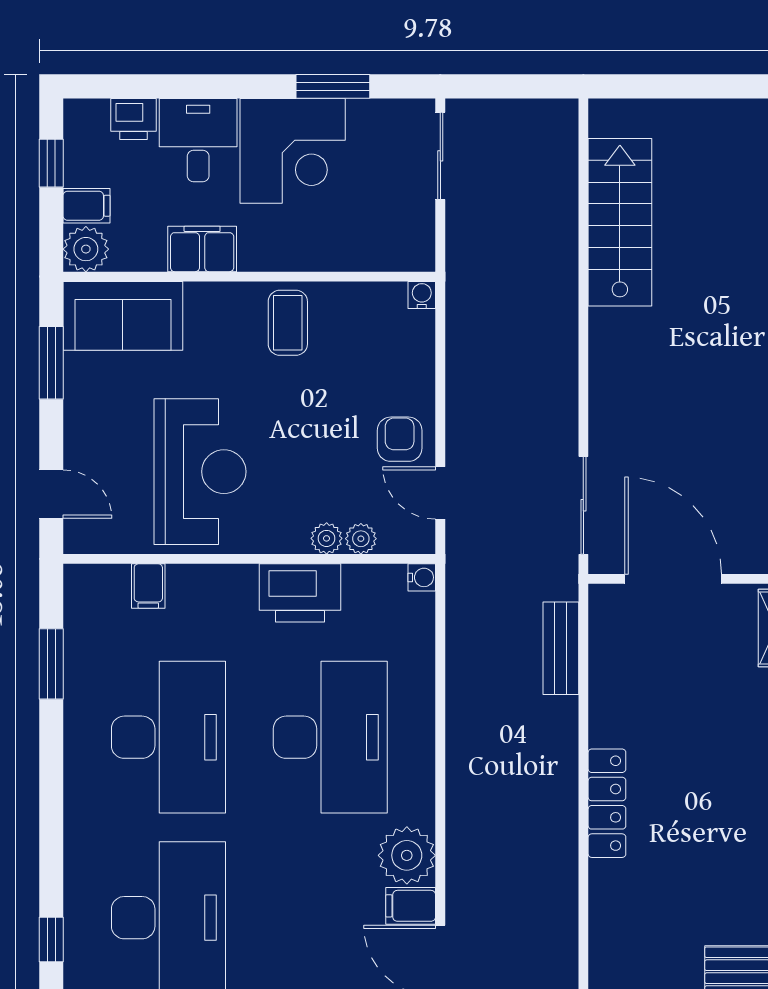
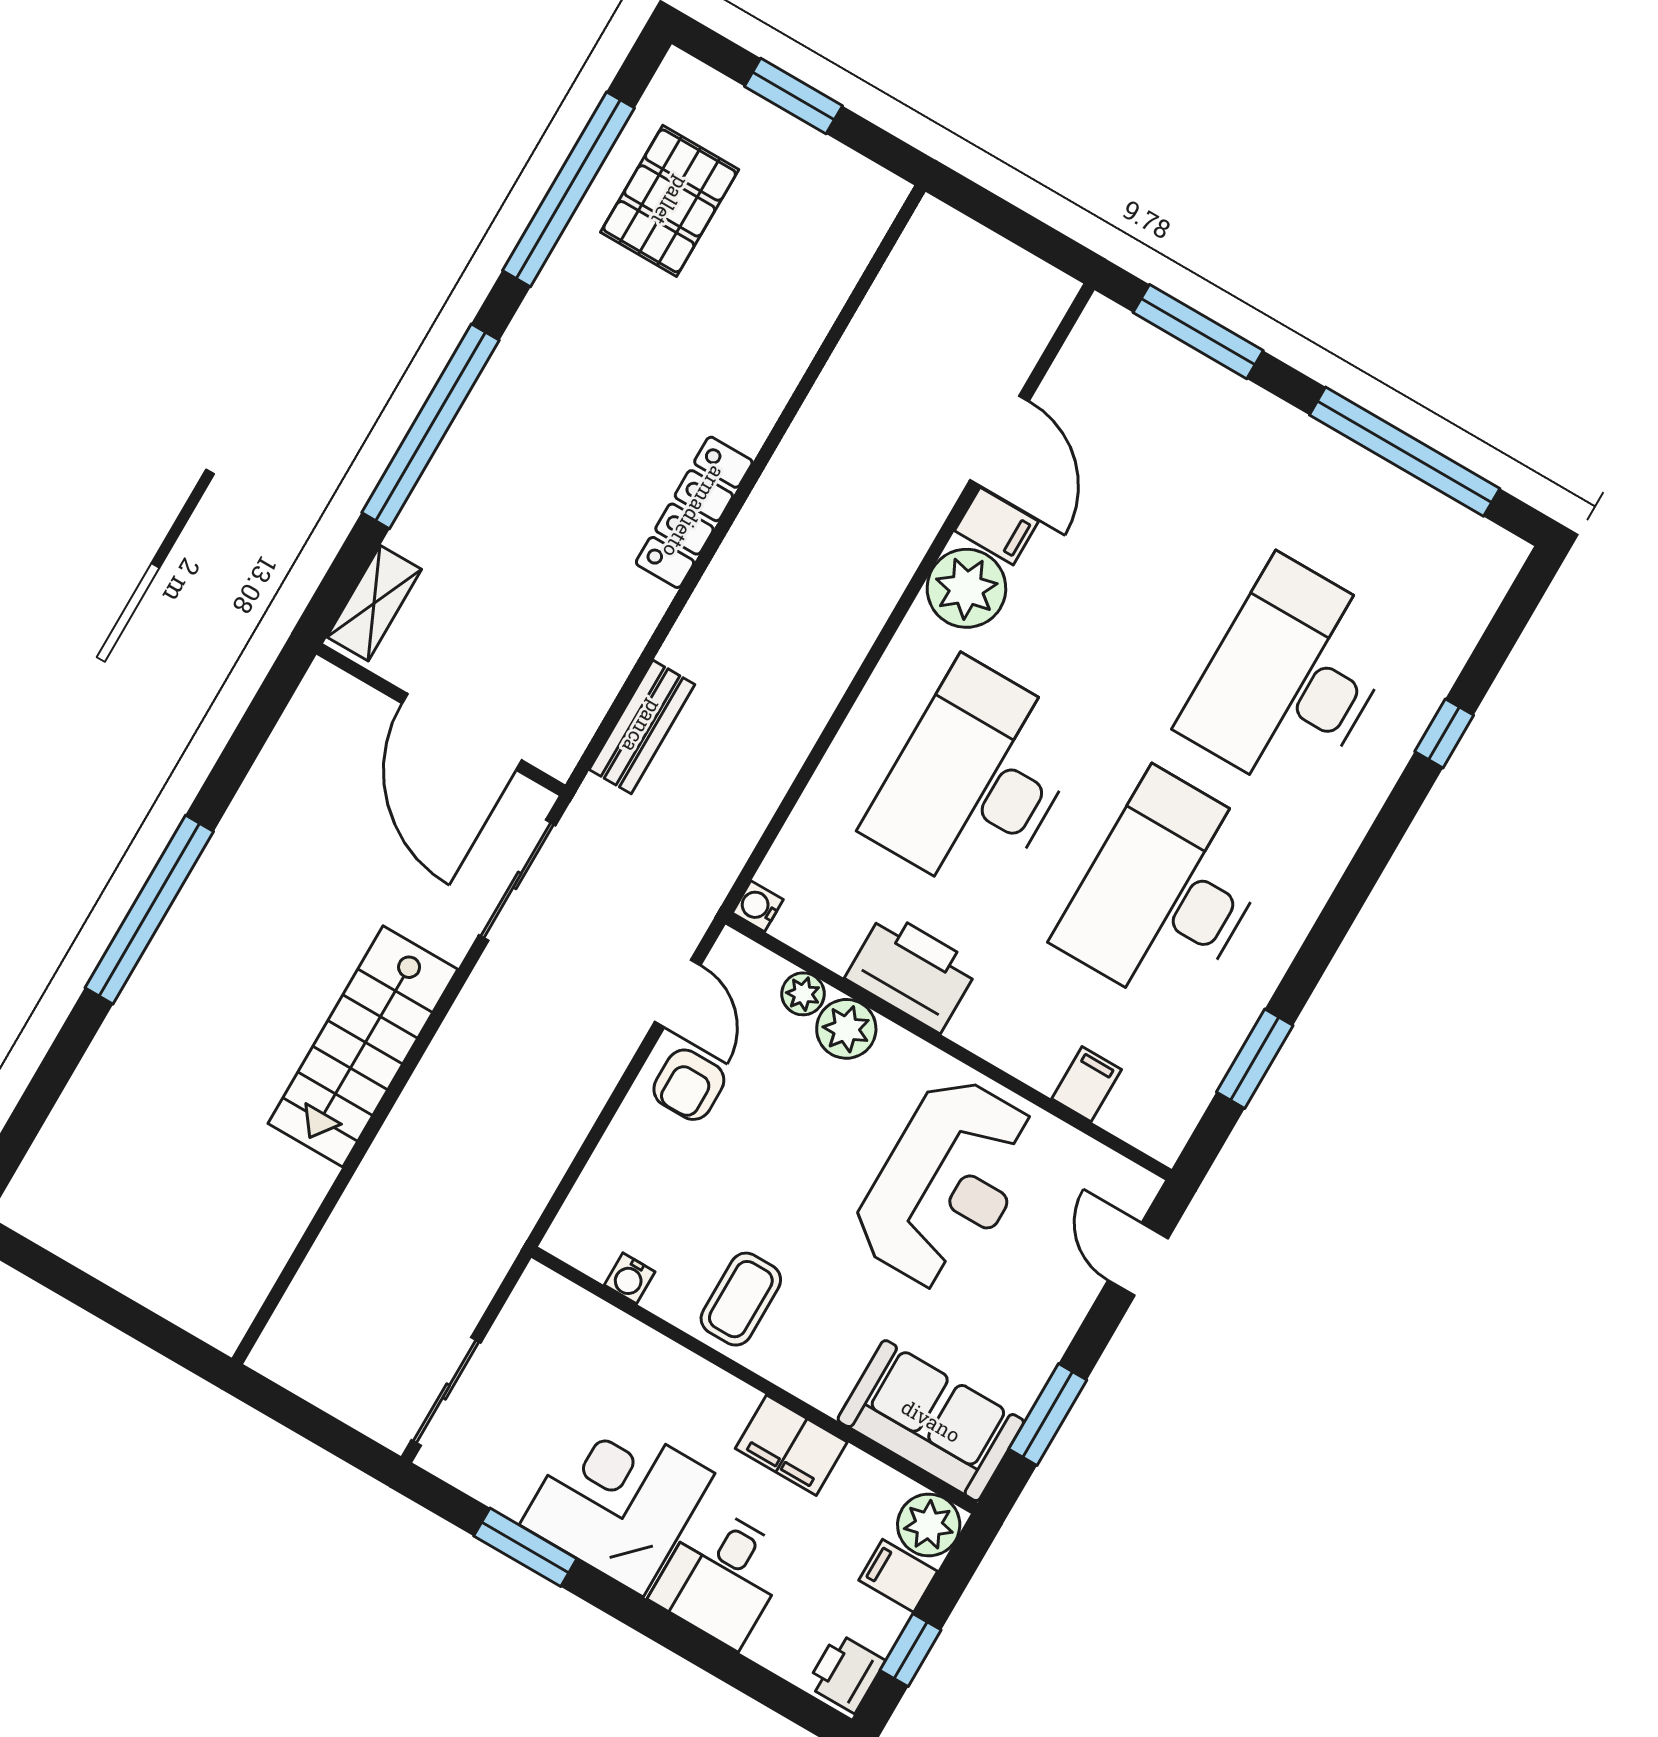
printer: (134, 119) -> (846, 1673), moved, turned -90
stairs: (620, 222) -> (363, 1046), moved
water cooler: (422, 295) -> (630, 1278), moved
reception desk: (200, 472) -> (947, 1184), turned 180
plant: (327, 538) -> (846, 1029), width x1.38, depth x1.38

